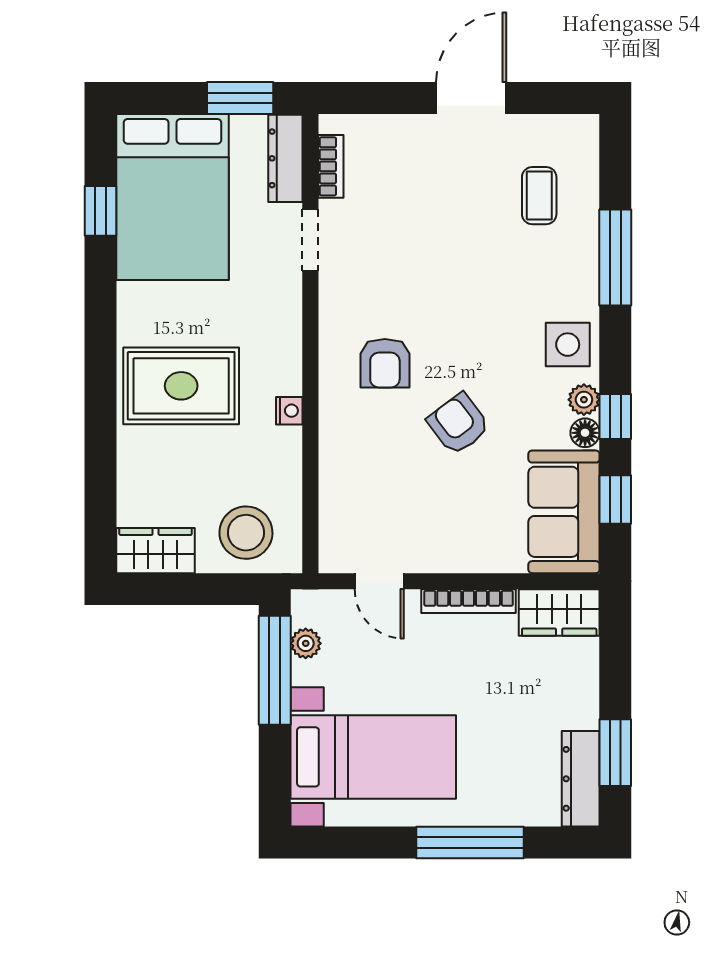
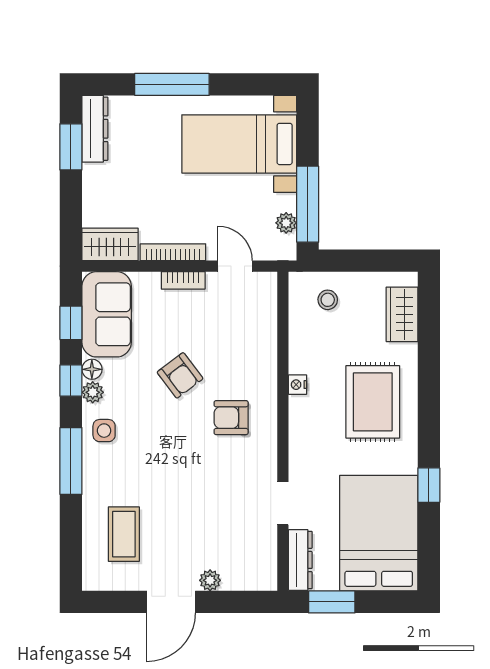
plant: (415, 129) -> (210, 580), added
bookcase: (331, 166) -> (183, 280), moved, turned -90
coffee table: (539, 196) -> (124, 534), width x1.36, depth x1.30
window: (101, 211) -> (429, 485), moved
window: (615, 258) -> (71, 461), moved
side table: (568, 345) -> (104, 431), width x0.73, depth x0.73
armchair: (385, 363) -> (231, 418), turned -90
rug: (181, 386) -> (373, 402), turned 90
stool: (246, 533) -> (328, 300), width x0.53, depth x0.53
wardrobe: (156, 551) -> (402, 314), moved, turned 90

